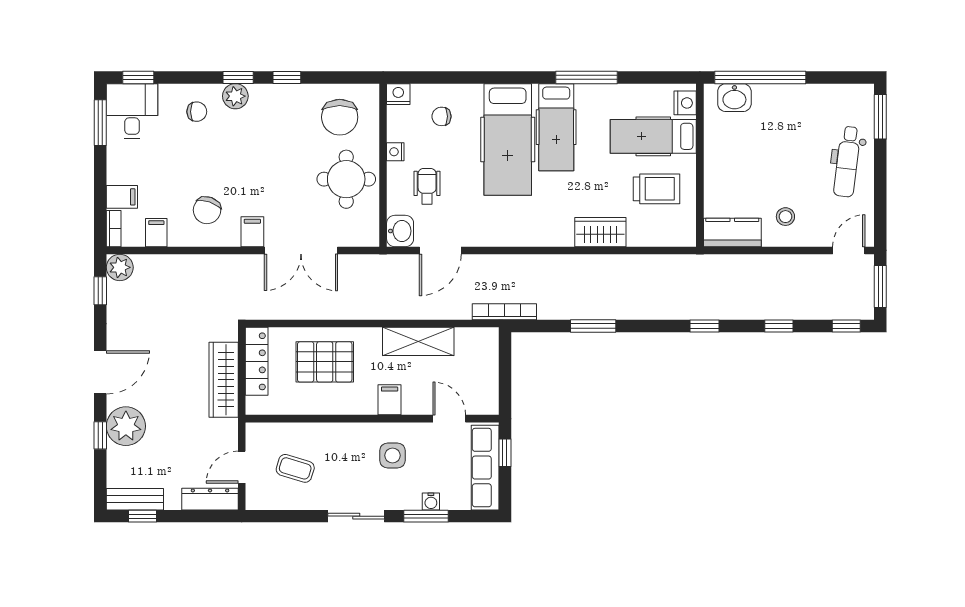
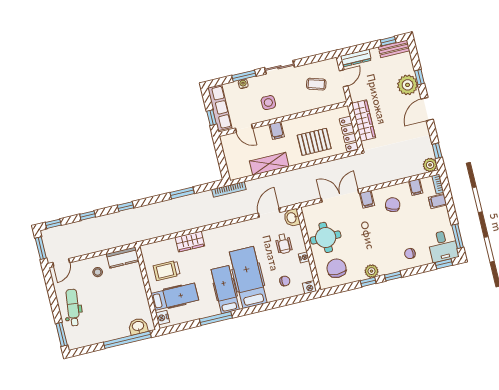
plant: (235, 96) -> (372, 271), moved

